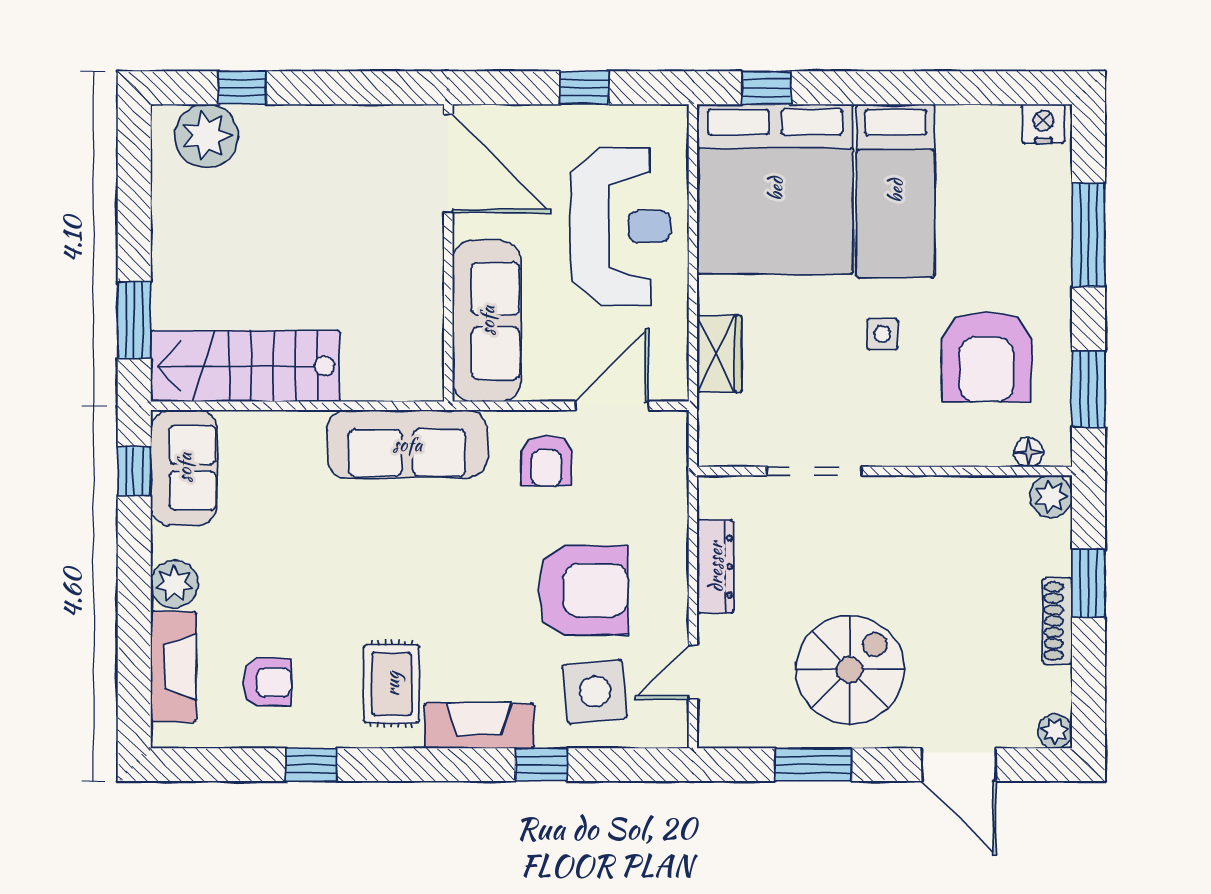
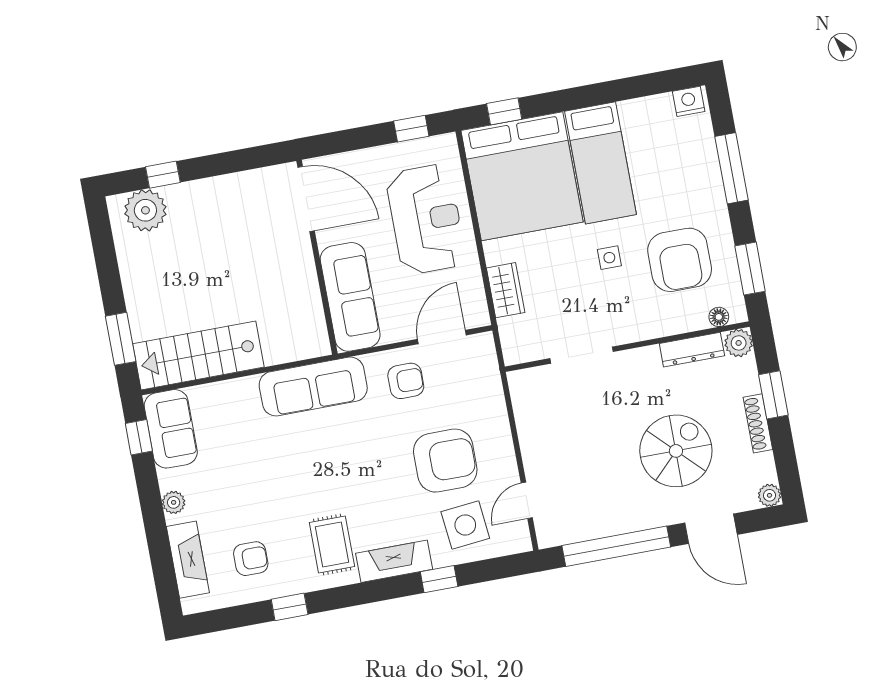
window: (584, 88) -> (411, 129), moved
armchair: (546, 461) -> (406, 381), turned -90
dresser: (715, 567) -> (692, 350), moved, turned 90
plant: (174, 584) -> (174, 502), width x0.73, depth x0.73
spiral stairs: (850, 670) -> (676, 451), moved
window: (813, 765) -> (616, 546), width x2.11

